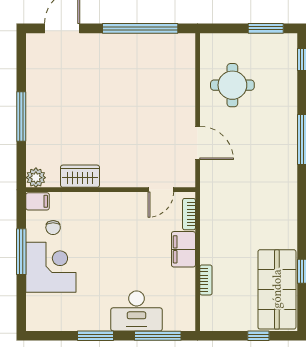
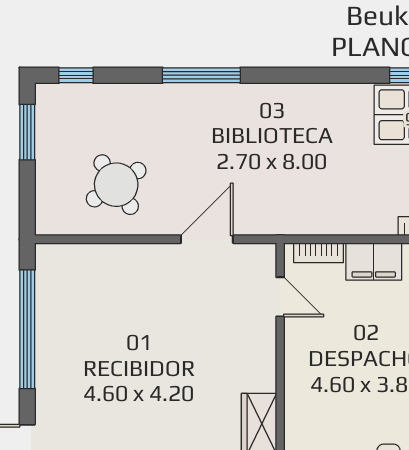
round table: (232, 85) -> (116, 185), turned -33

